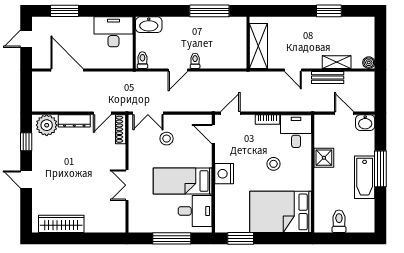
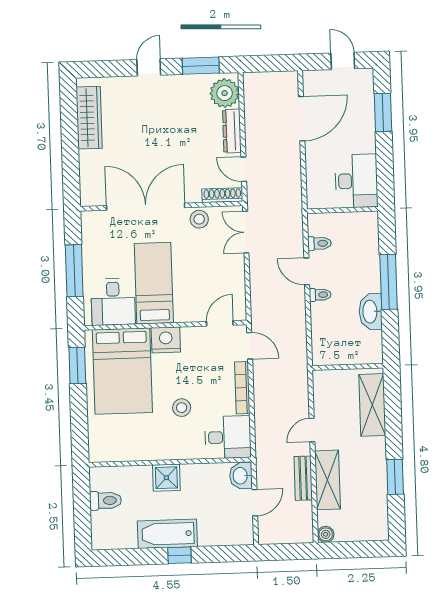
window: (209, 11) -> (389, 282), moved
washbasin: (149, 25) -> (371, 312), moved
shelving: (258, 46) -> (372, 405), moved, turned 90
toilet: (142, 60) -> (319, 243), moved
shelving: (337, 62) -> (328, 480), width x1.50, depth x1.33
bookcase: (267, 119) -> (242, 388), width x1.56
washbasin: (365, 123) -> (241, 476), moved
stool: (167, 139) -> (199, 219), moved
window: (26, 142) -> (201, 66), width x1.50
shower: (324, 158) -> (166, 478), moved
window: (380, 169) -> (180, 555), width x0.46
double door: (127, 185) -> (146, 207), width x1.87
bed: (281, 212) -> (122, 371), moved, turned 180

